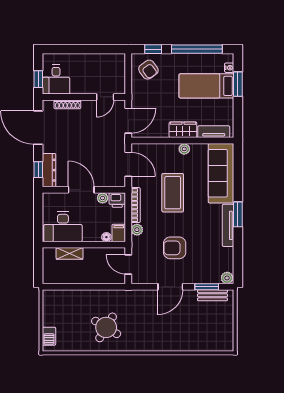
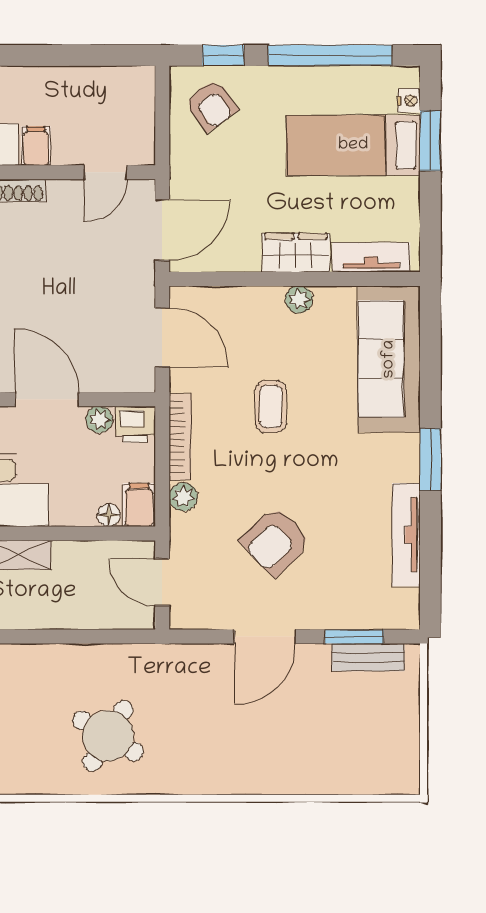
filing cabinet: (77, 86) -> (36, 146), added
coffee table: (173, 193) -> (271, 406), width x0.54, depth x0.58
tv unit: (228, 225) -> (406, 535), moved
armchair: (175, 248) -> (275, 541), turned -44
plant: (227, 278) -> (404, 615), removed

